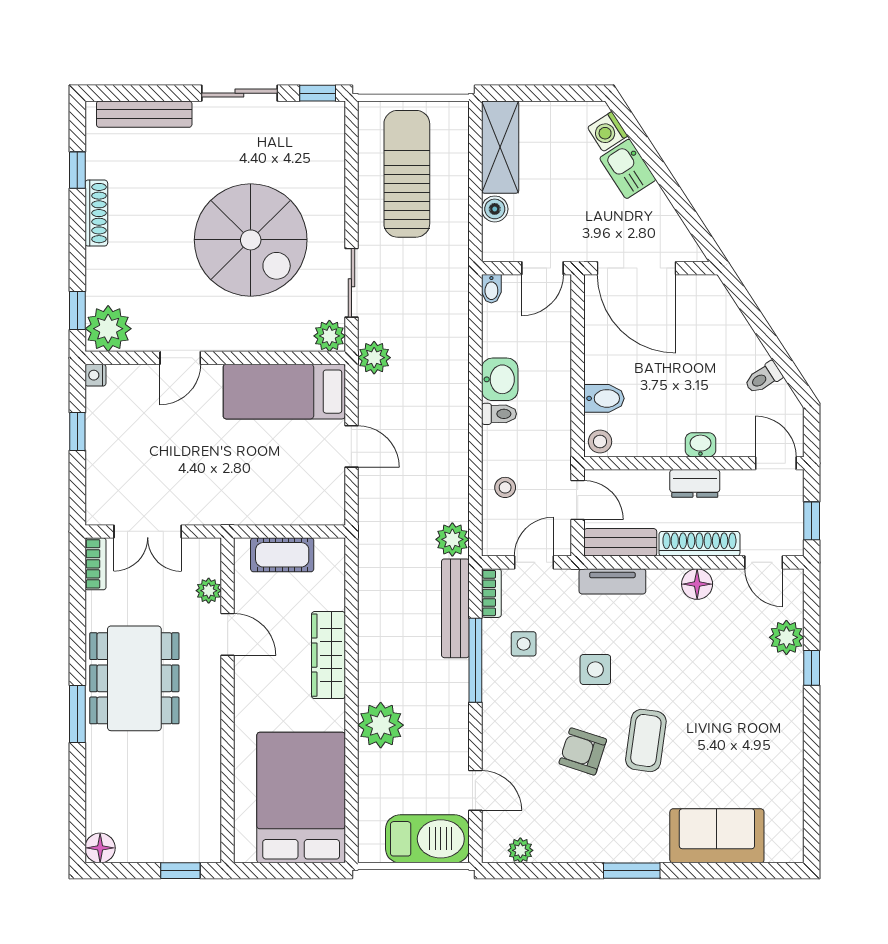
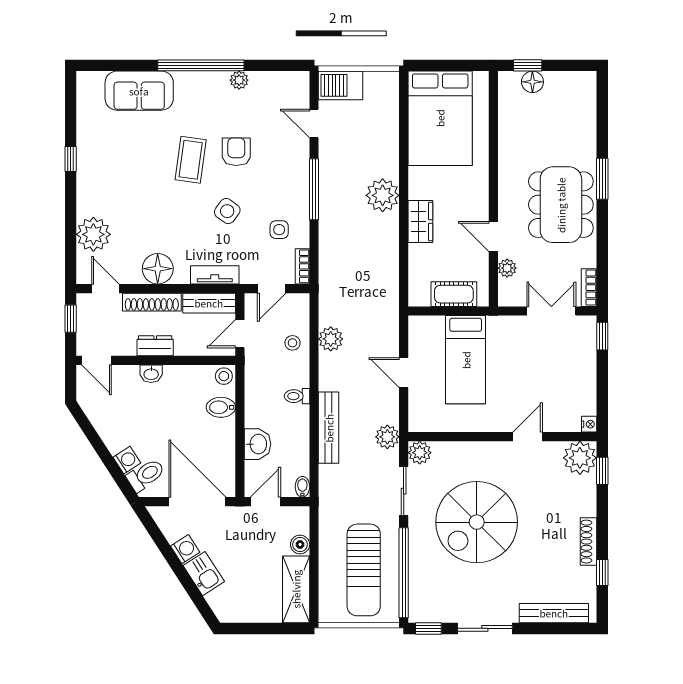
washing machine: (608, 132) -> (185, 549), moved
window: (351, 170) -> (404, 573), added
spiral stairs: (251, 240) -> (477, 522), turned -90
washing machine: (734, 325) -> (127, 460), added
toilet: (763, 378) -> (146, 475), moved, width x1.37, depth x1.39
washbasin: (500, 379) -> (258, 444), moved, turned 180
bed: (284, 392) -> (466, 360), moved, turned 90
window: (77, 432) -> (602, 336), moved
door: (578, 500) -> (240, 334), hinge flipped
plant: (452, 539) -> (331, 339), moved
floor lamp: (697, 584) -> (158, 269), width x1.38, depth x1.38
bench: (455, 608) -> (329, 428), moved
plant: (786, 637) -> (93, 234), width x1.36, depth x1.36
wardrobe: (328, 655) -> (420, 222), width x0.67
window: (475, 660) -> (314, 189), moved
window: (812, 668) -> (71, 159), moved
side table: (595, 670) -> (227, 211), turned 36
plant: (381, 725) -> (383, 195), moved
armchair: (583, 751) -> (236, 152), turned -108
barbecue: (427, 839) -> (341, 85), width x0.73, depth x0.83
floor lamp: (100, 848) -> (532, 82), moved
plant: (520, 850) -> (239, 80), moved
window: (632, 871) -> (201, 65), width x2.11

